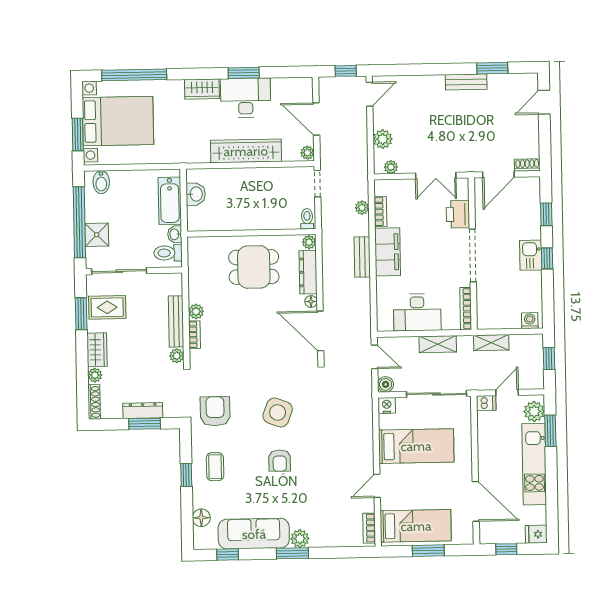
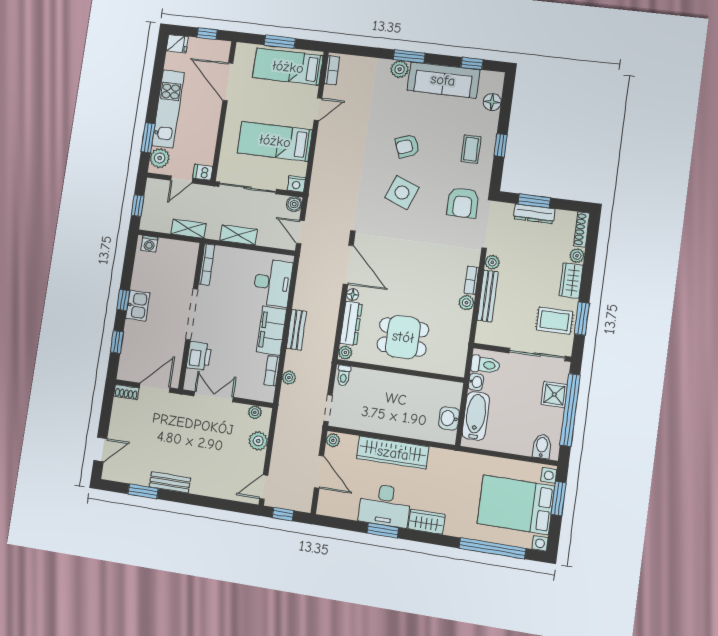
desk: (417, 312) -> (273, 283), moved, turned 90
armchair: (280, 461) -> (407, 146), turned -111

